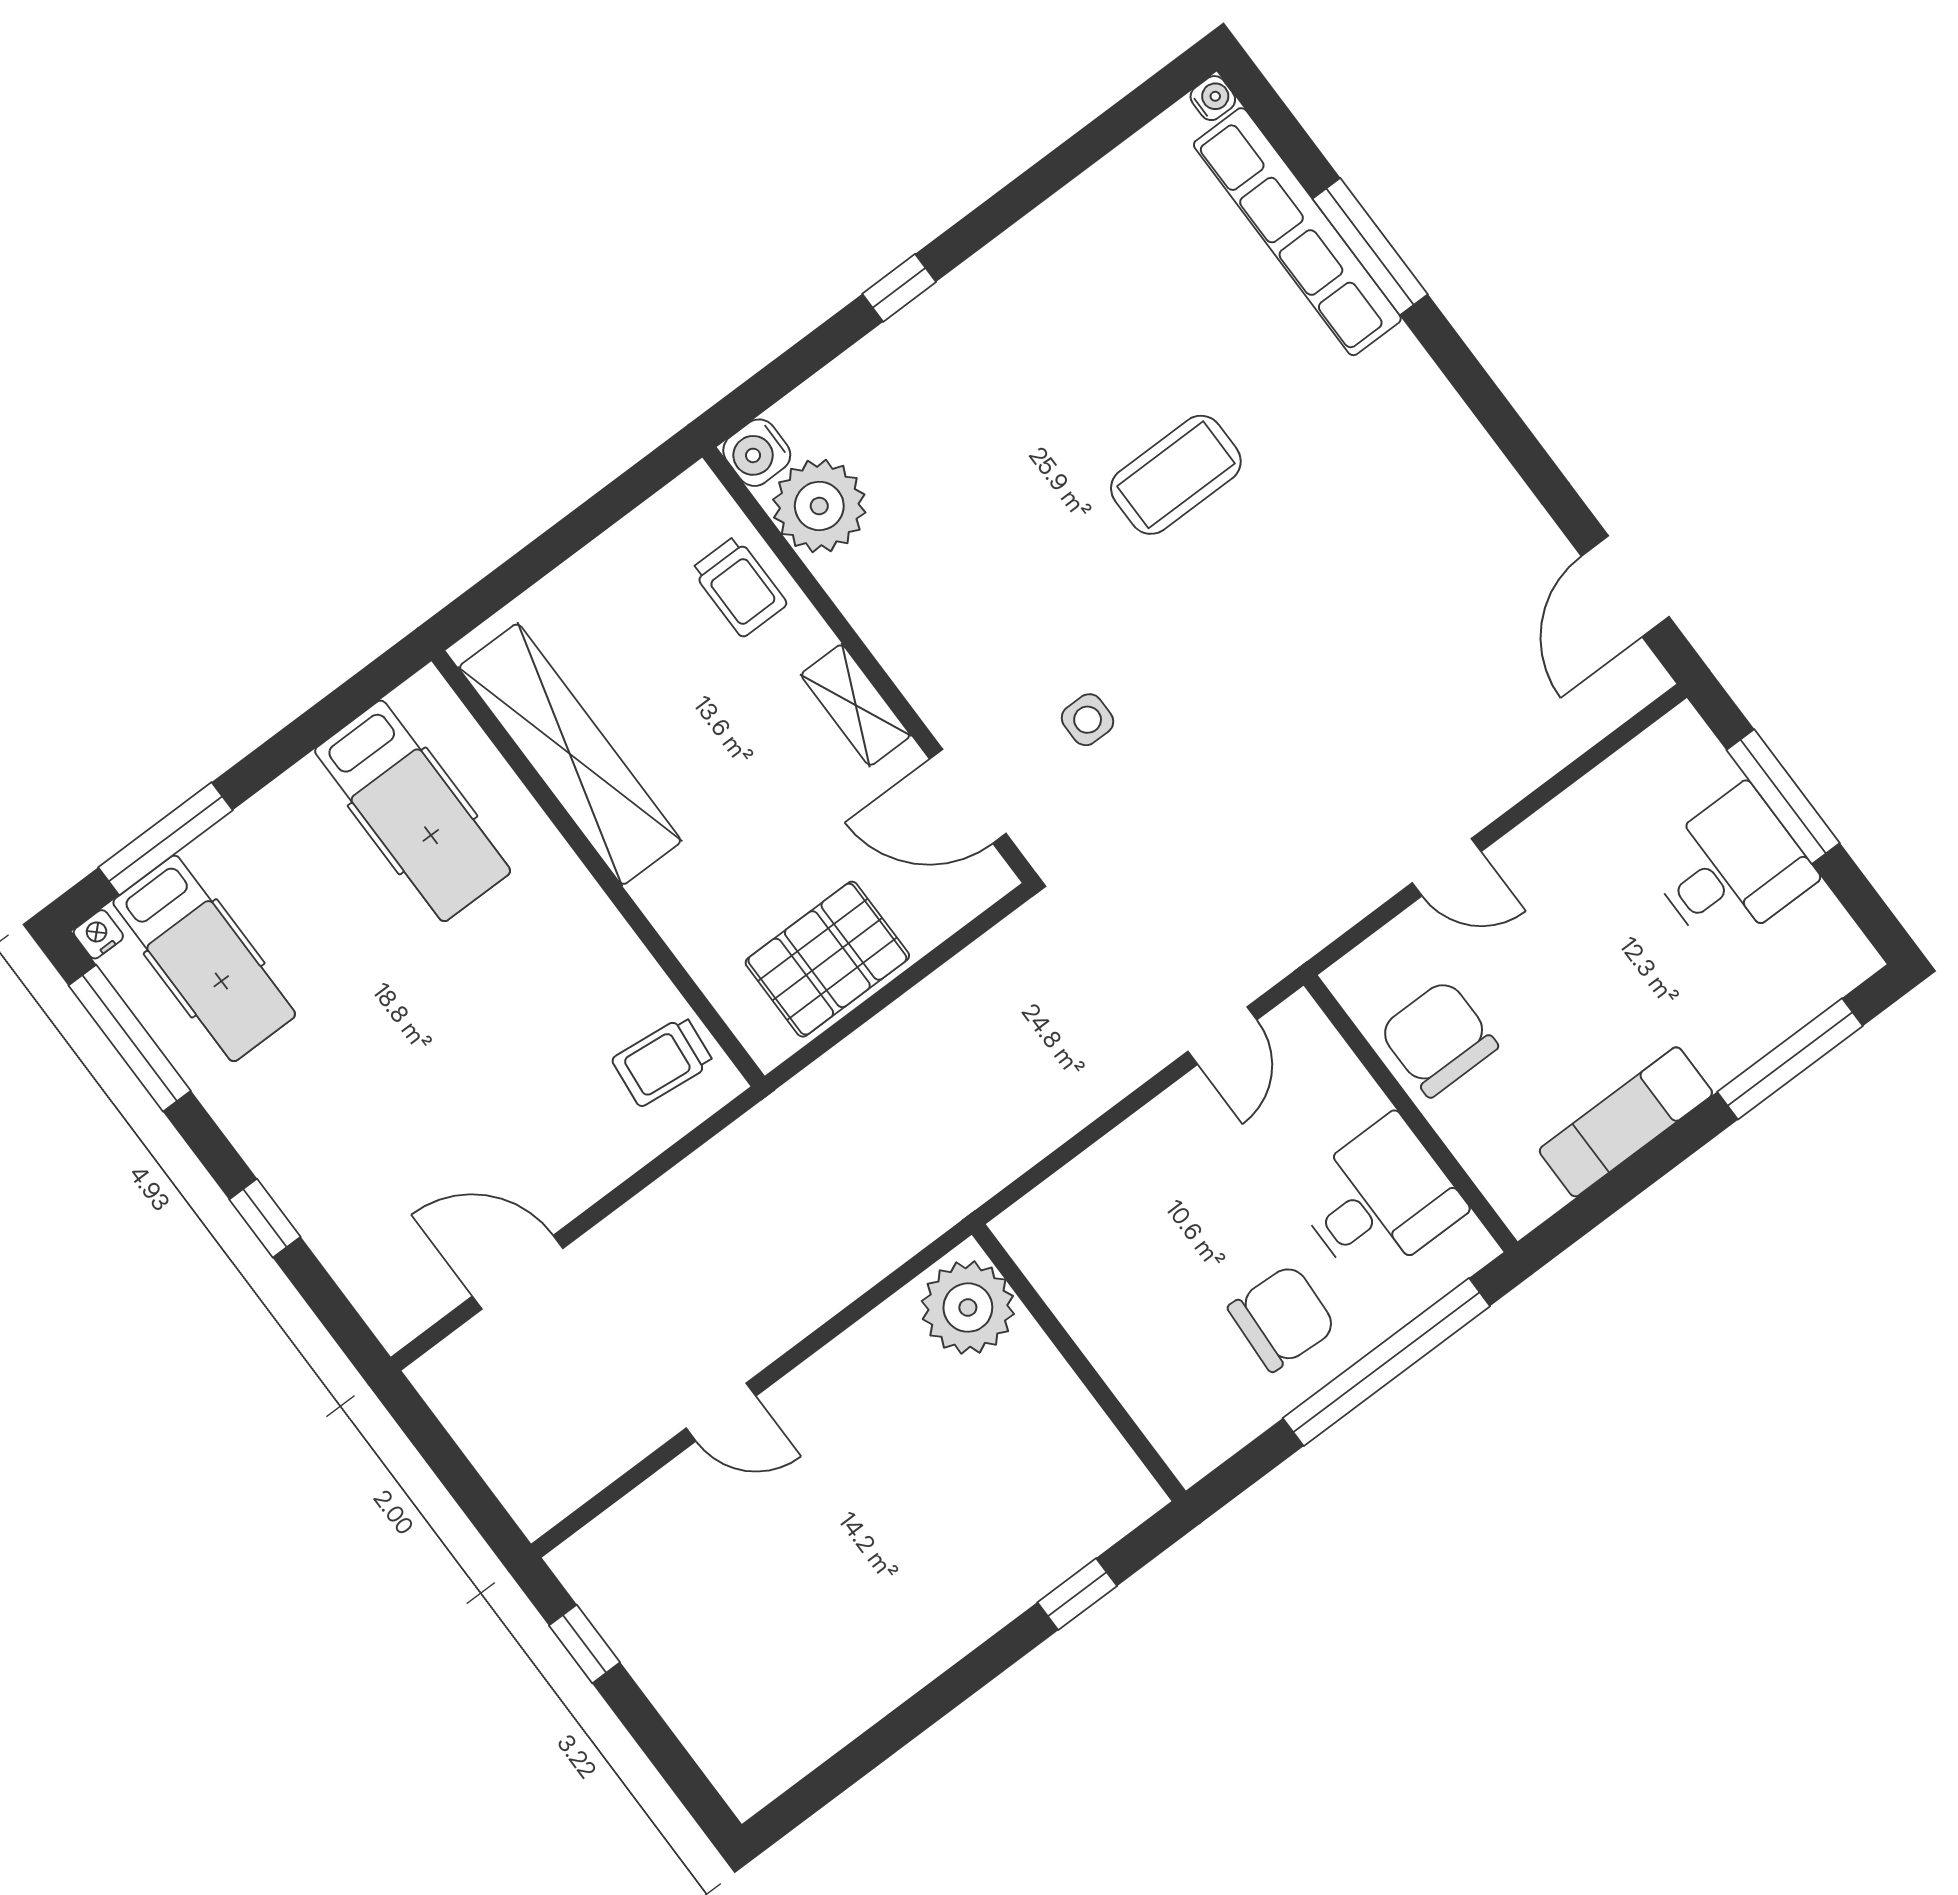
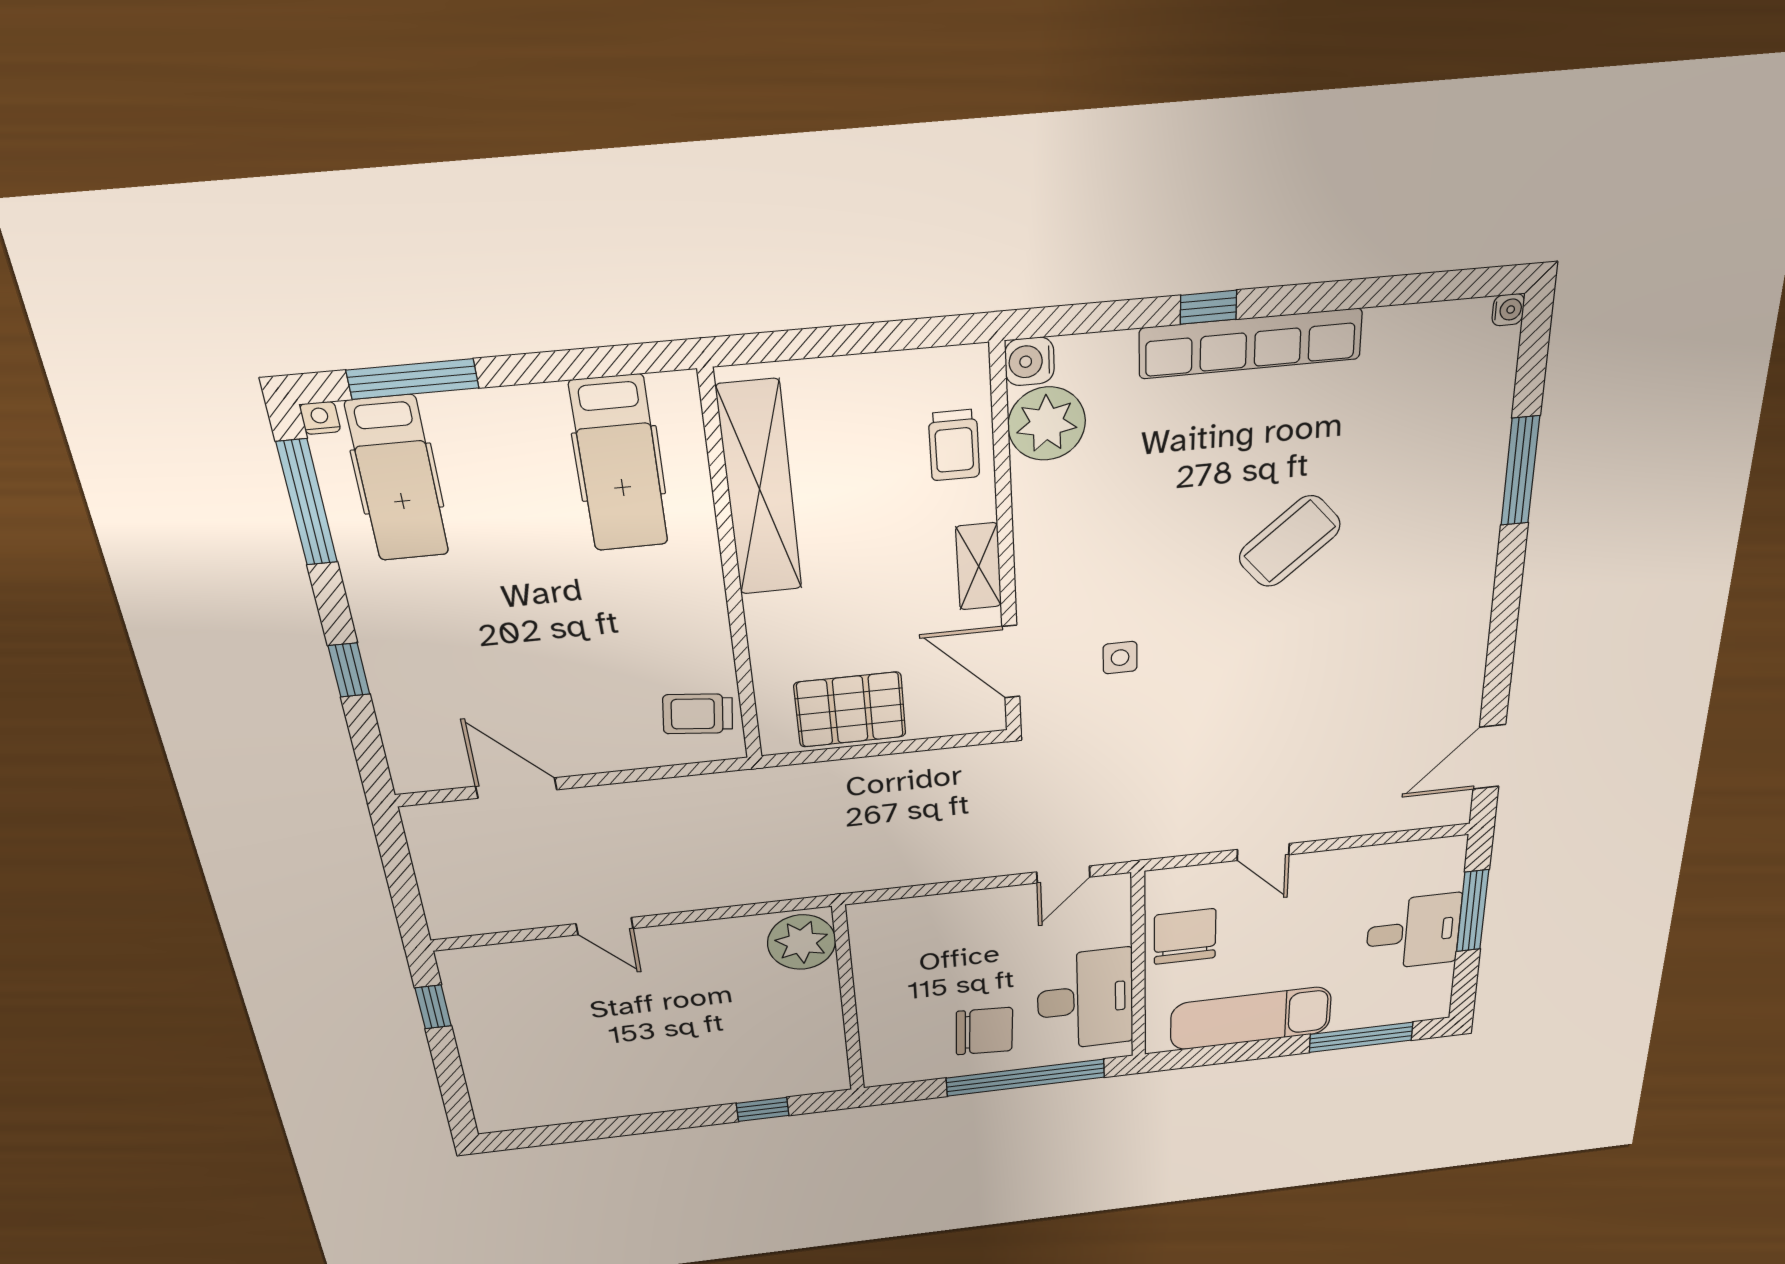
row of seats: (1297, 232) -> (1251, 343), moved, turned -90
coffee table: (1176, 475) -> (1290, 541), turned -40
exam couch: (1626, 1122) -> (1251, 1018), width x1.36, depth x1.45
desk: (1379, 1200) -> (1085, 1000), width x1.37

